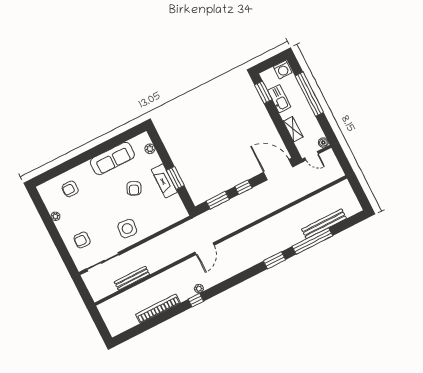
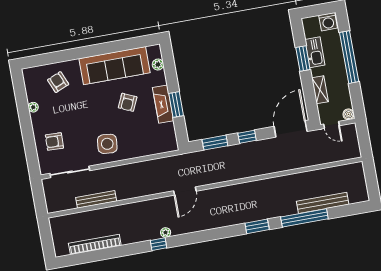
window: (263, 92) -> (303, 58), moved
sofa: (112, 158) -> (114, 66), width x1.36, depth x1.27
door: (278, 170) -> (291, 129), hinge flipped
armchair: (70, 189) -> (58, 82), turned 67
bookcase: (158, 309) -> (95, 244), moved

